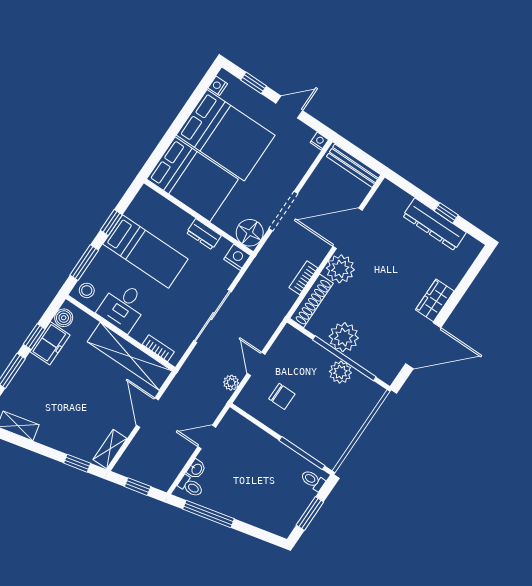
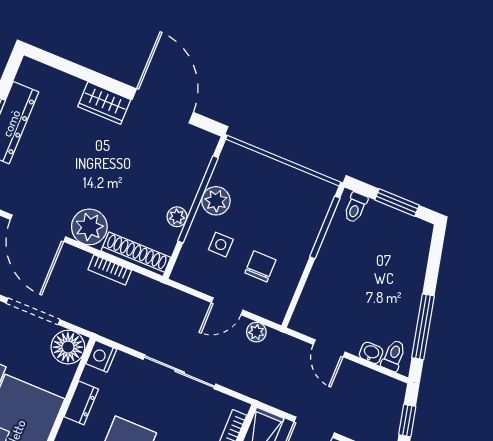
plant: (344, 337) -> (177, 217), width x0.53, depth x0.53
side table: (305, 369) -> (221, 245), added

